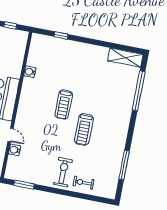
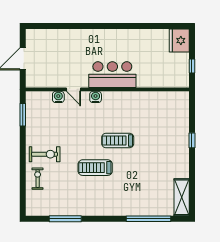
window: (61, 35) -> (192, 140), moved
water cooler: (30, 72) -> (96, 97), moved
door: (10, 135) -> (74, 89), hinge flipped

